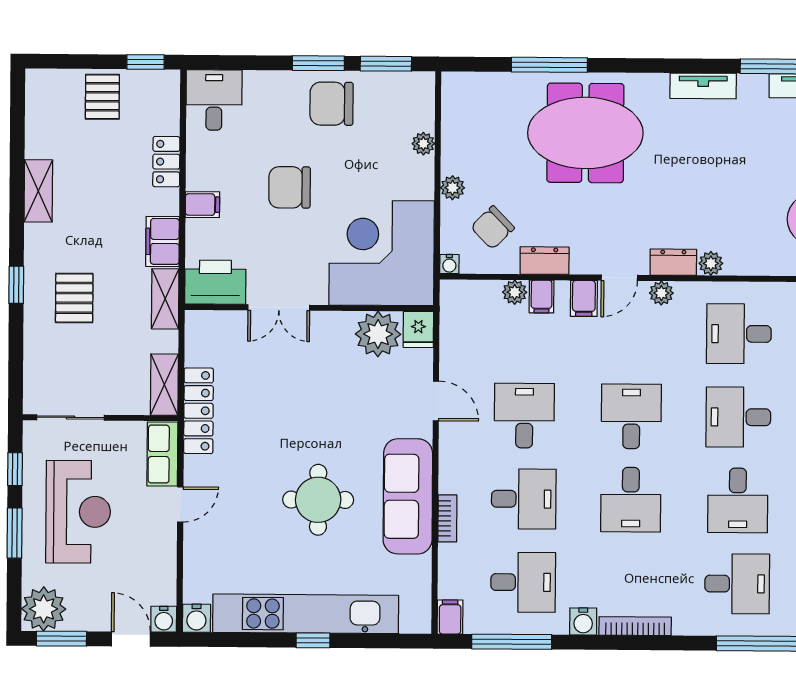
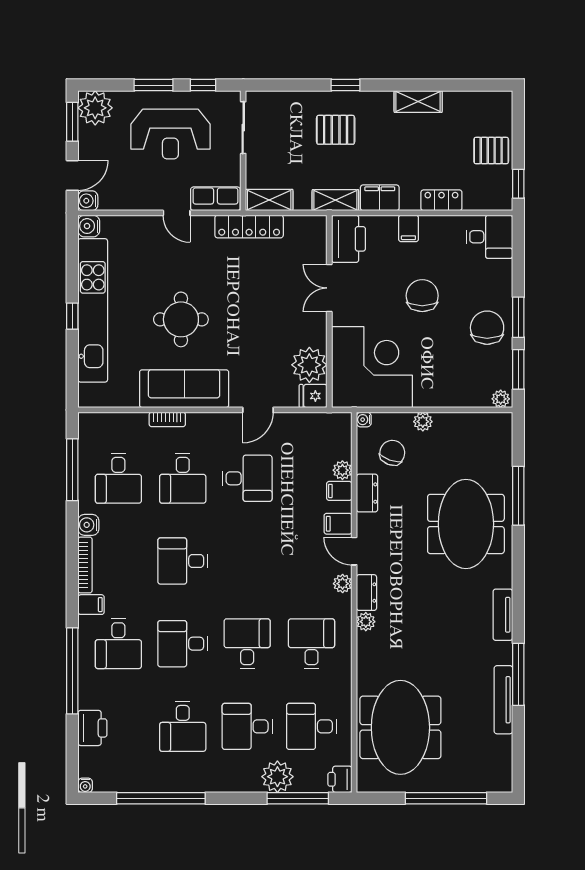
plant: (423, 144) -> (501, 399), moved
chair: (493, 228) -> (392, 453), turned 64
desk: (631, 416) -> (247, 561), removed
filing cabinet: (450, 617) -> (91, 605), moved

